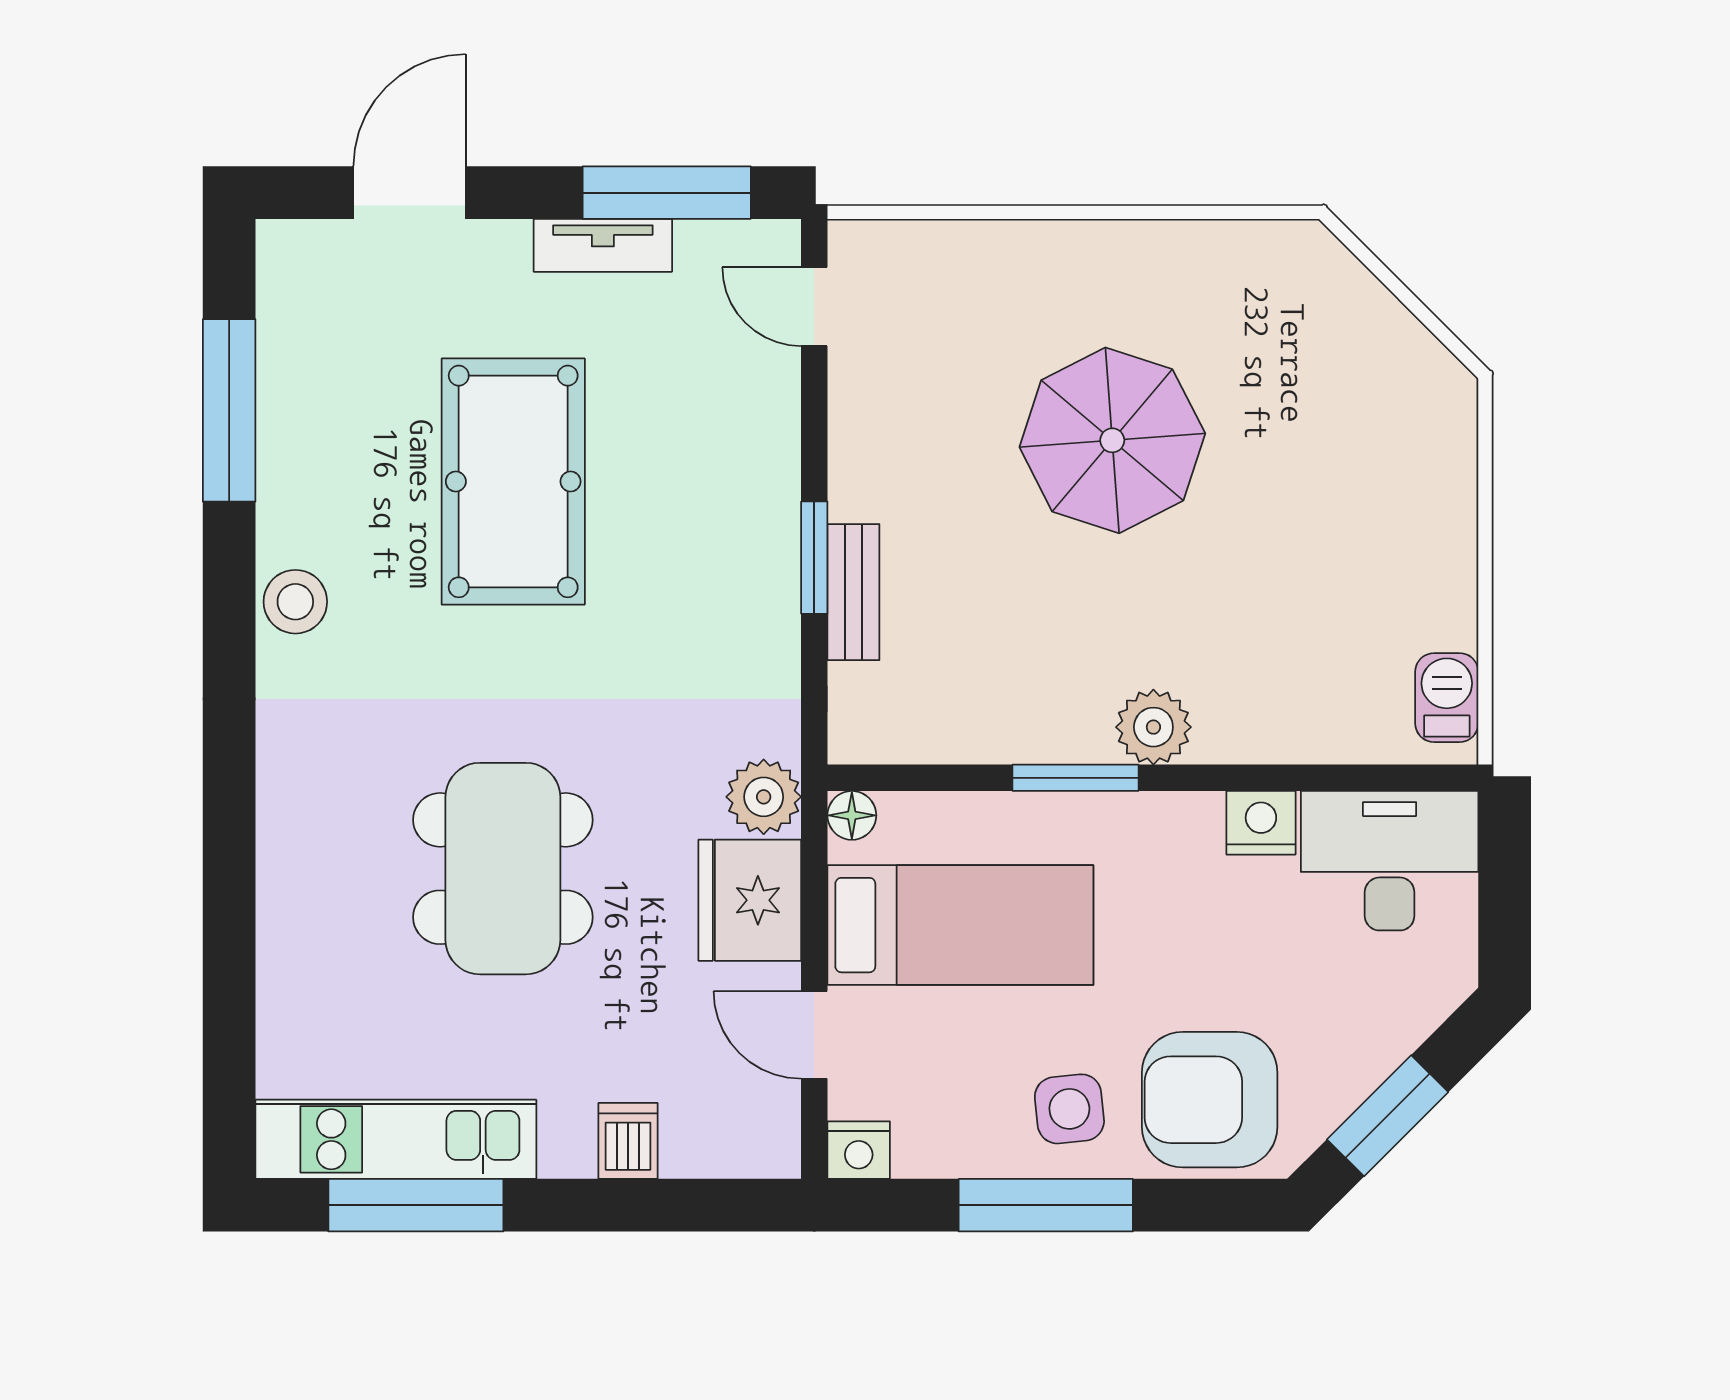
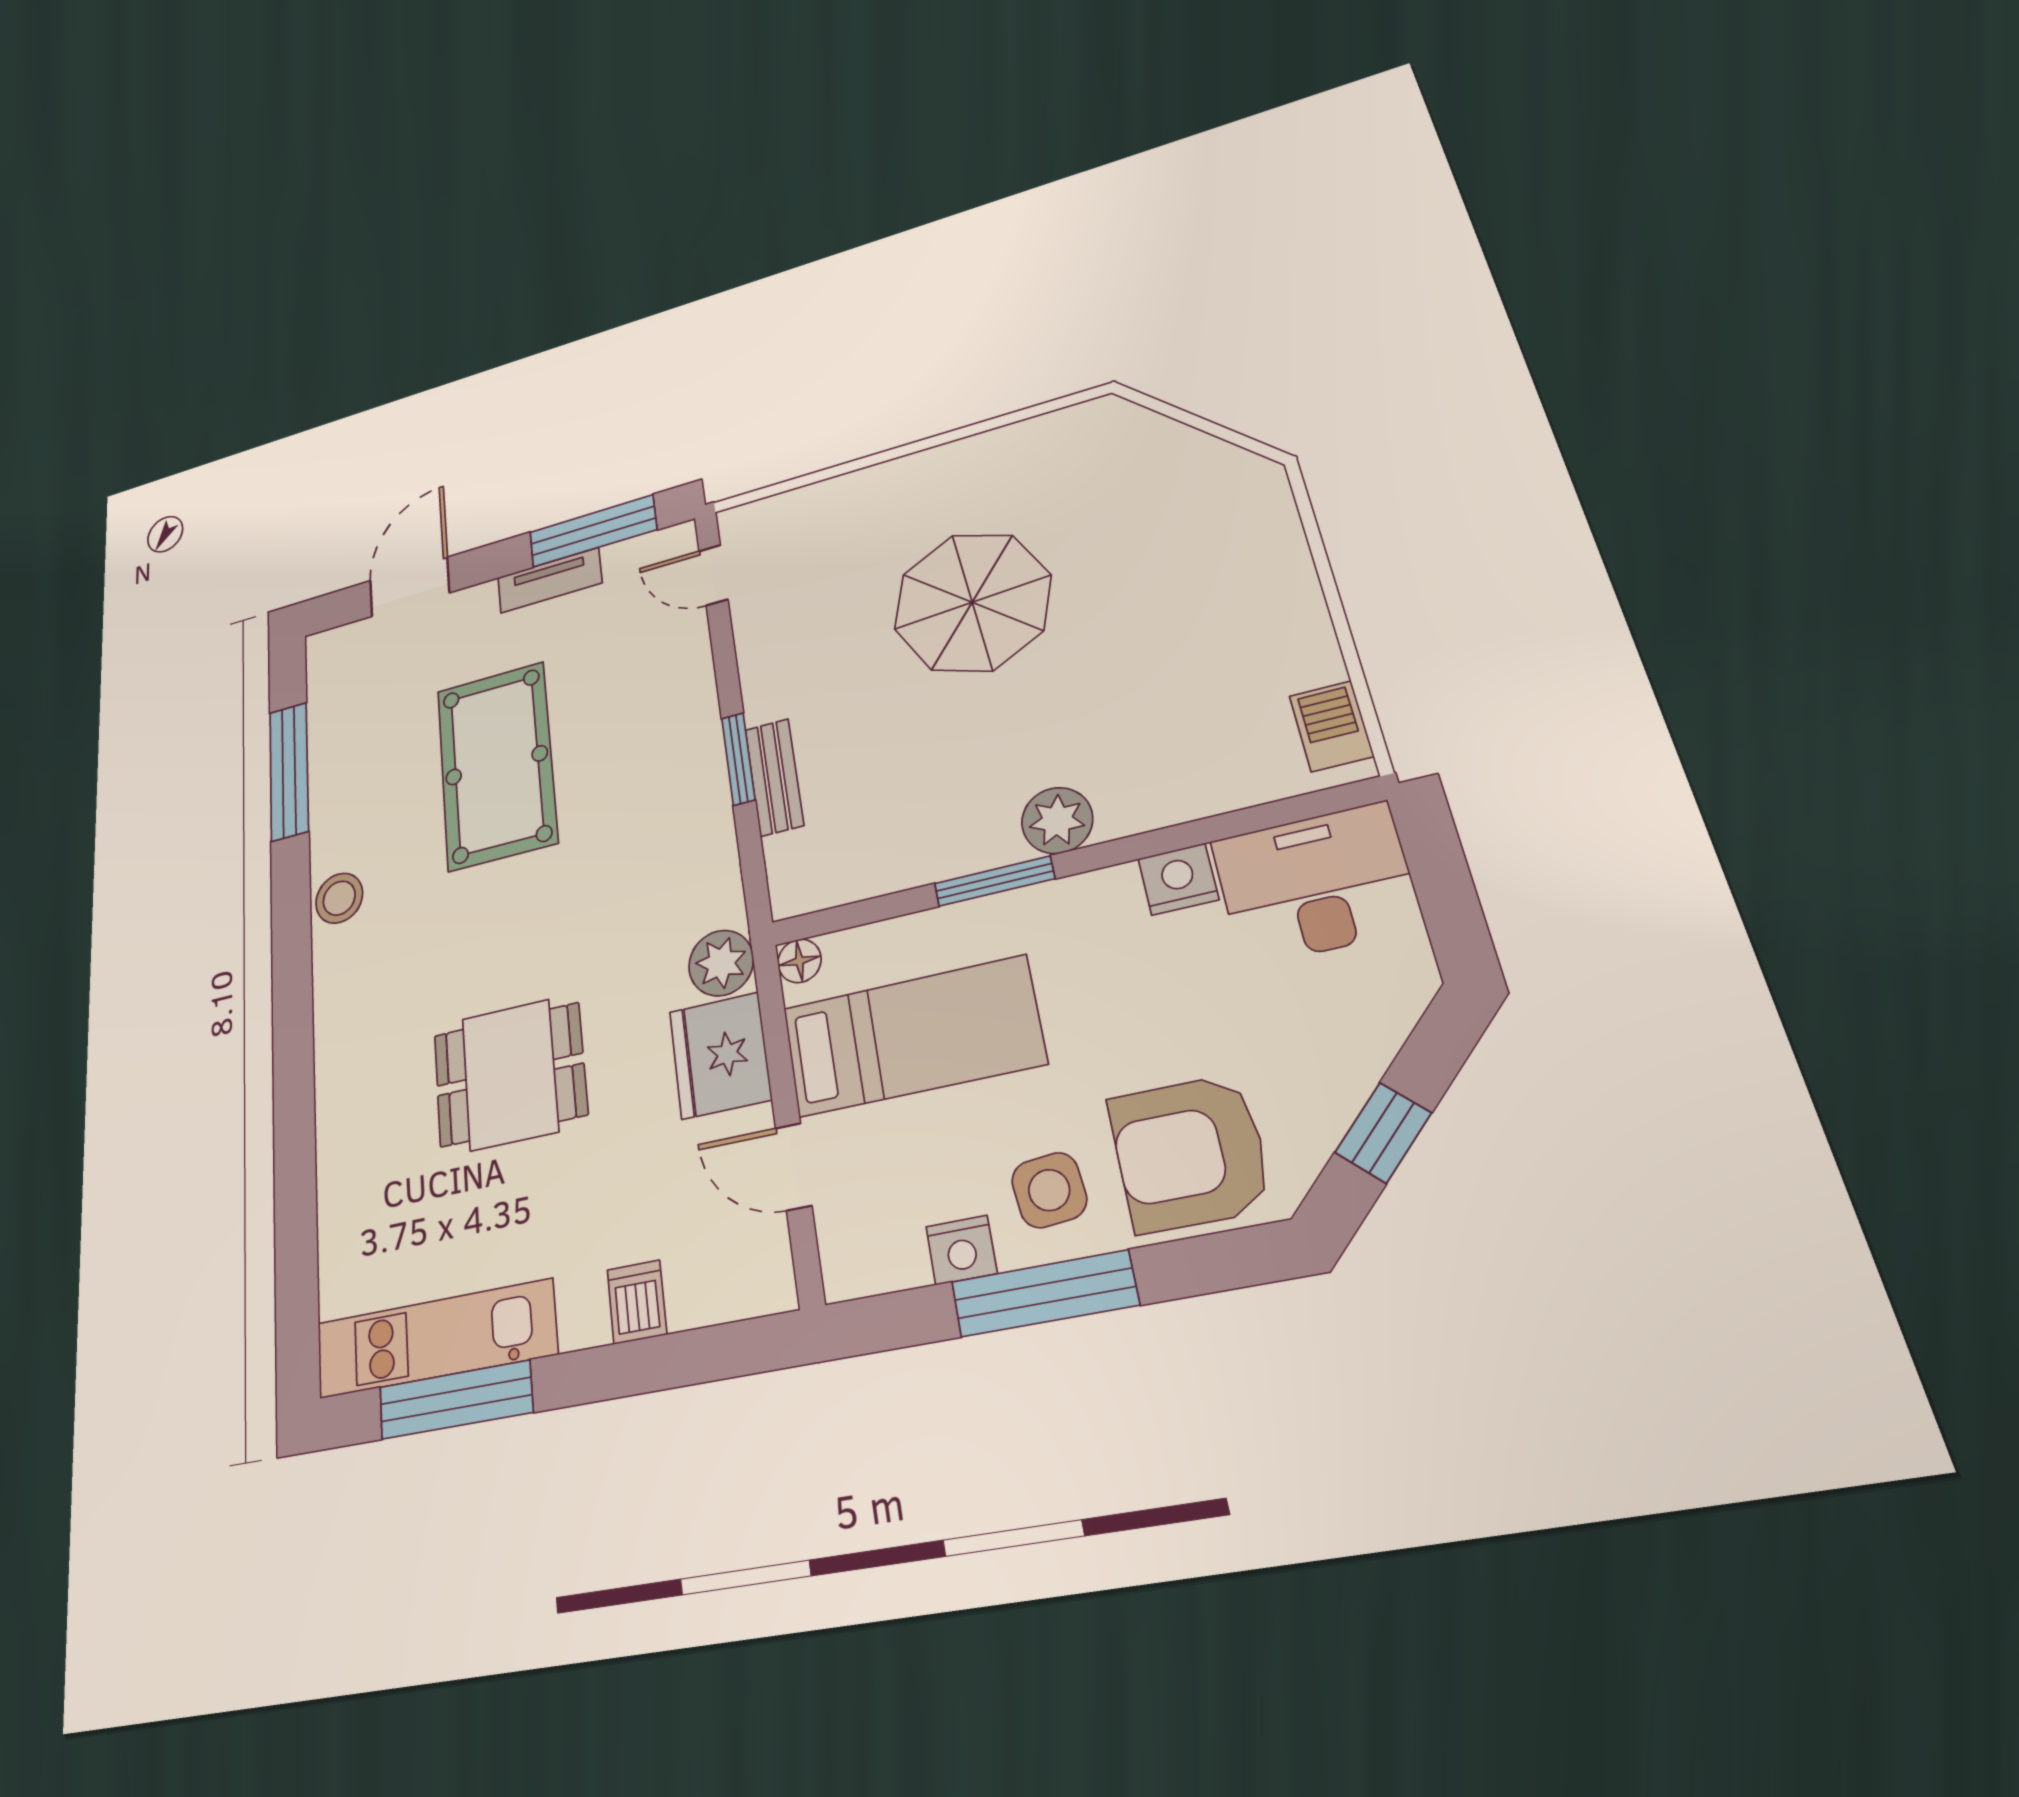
dining table: (503, 869) -> (510, 1075), width x0.73
window: (1388, 1116) -> (1383, 1133), width x0.67
nightstand: (859, 1150) -> (961, 1250), moved

